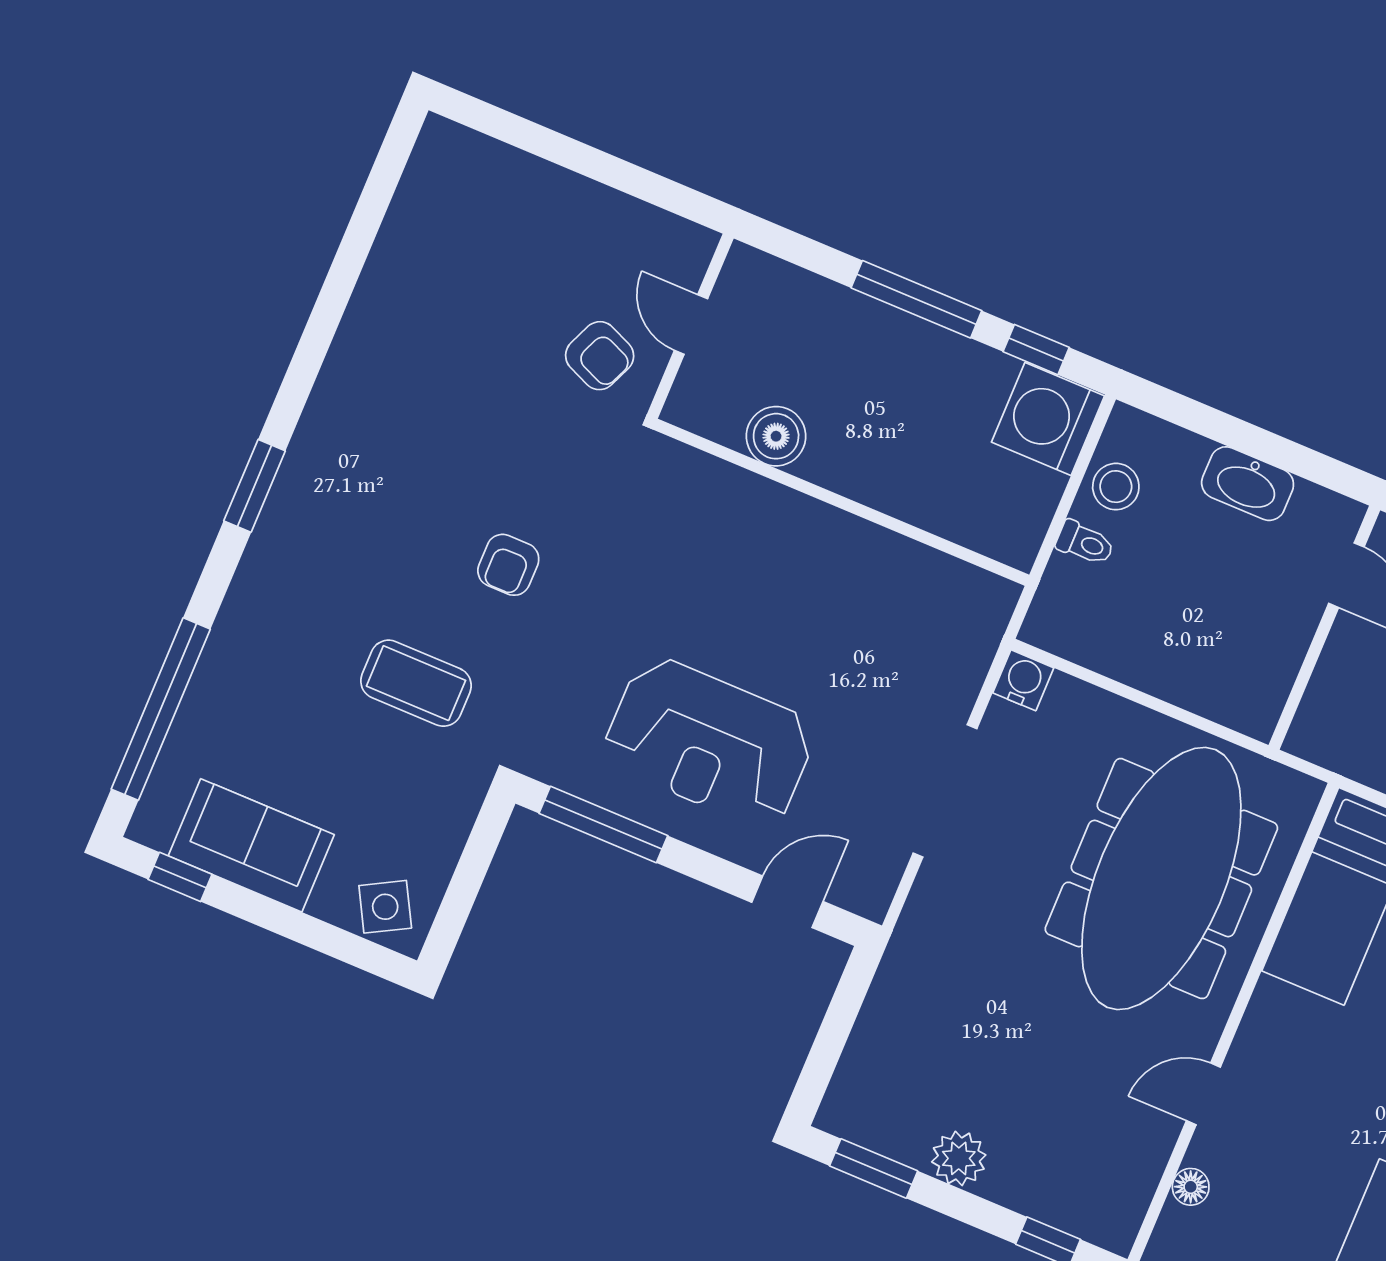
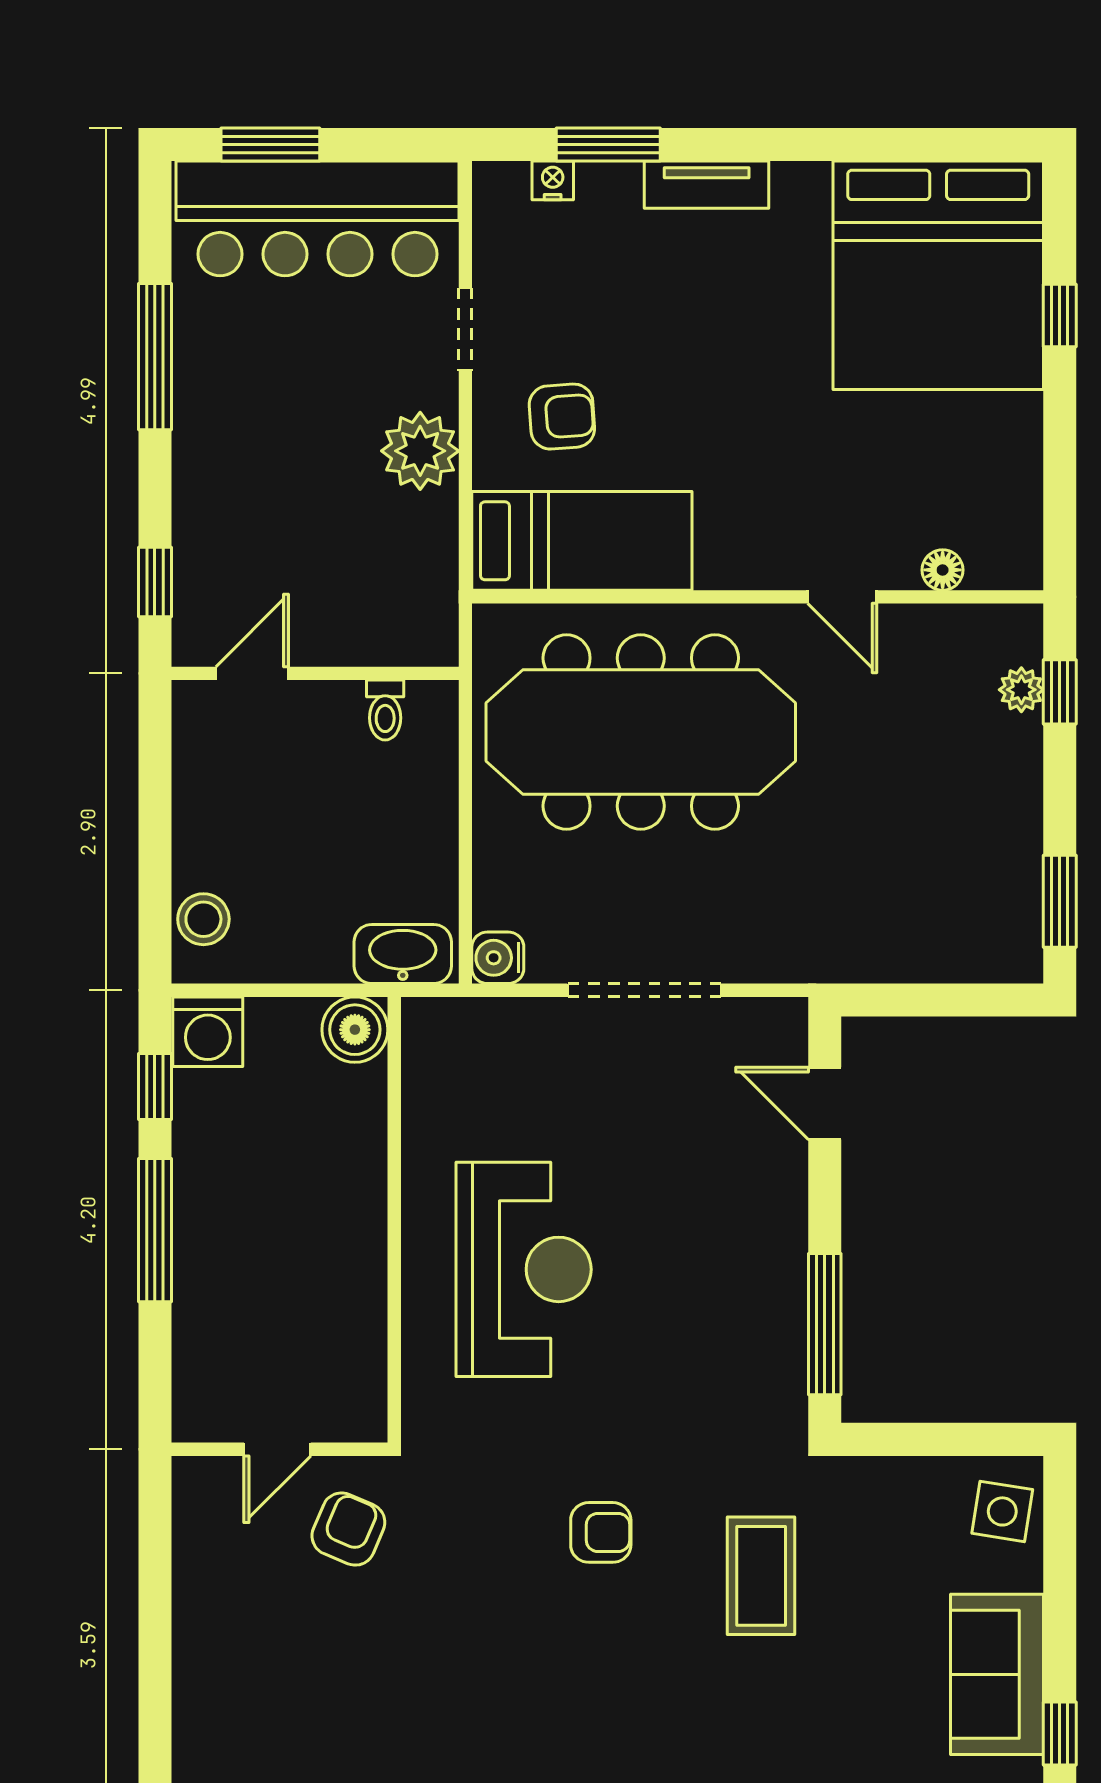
washing machine: (1048, 419) -> (208, 1032), width x0.73, depth x0.73
boiler: (776, 436) -> (355, 1030), moved
washbasin: (1248, 484) -> (403, 954), moved, turned -90
stool: (1116, 487) -> (203, 919), moved
toilet: (1085, 543) -> (385, 710), moved, turned 180
reception desk: (709, 742) -> (524, 1269), moved
side table: (385, 907) -> (1002, 1511), turned 38
plant: (959, 1158) -> (1021, 690), moved, width x0.73, depth x0.73

